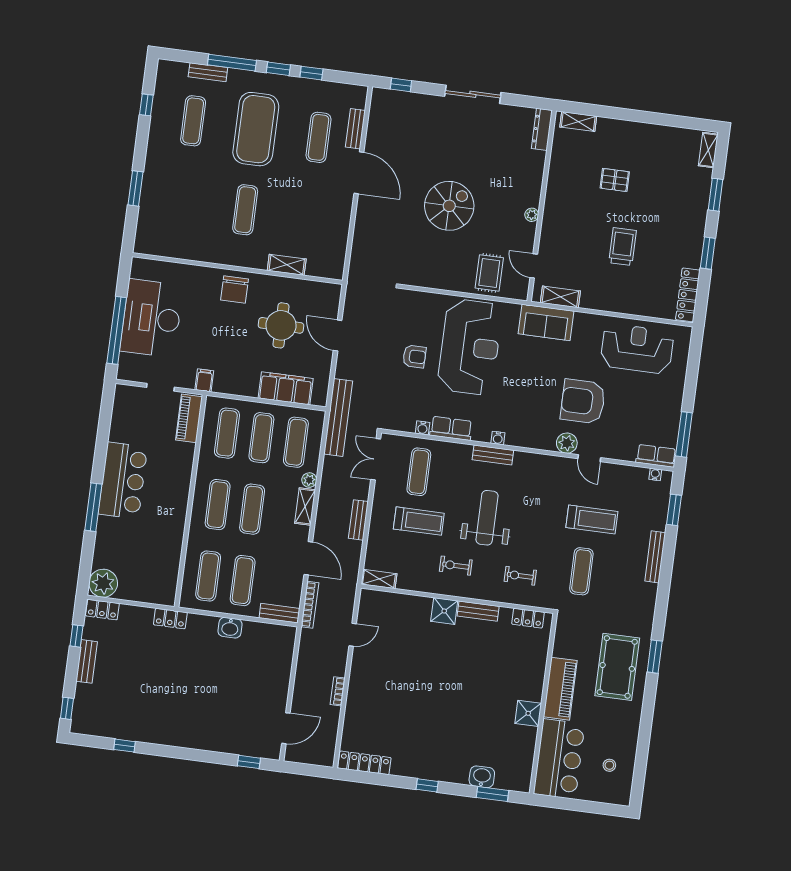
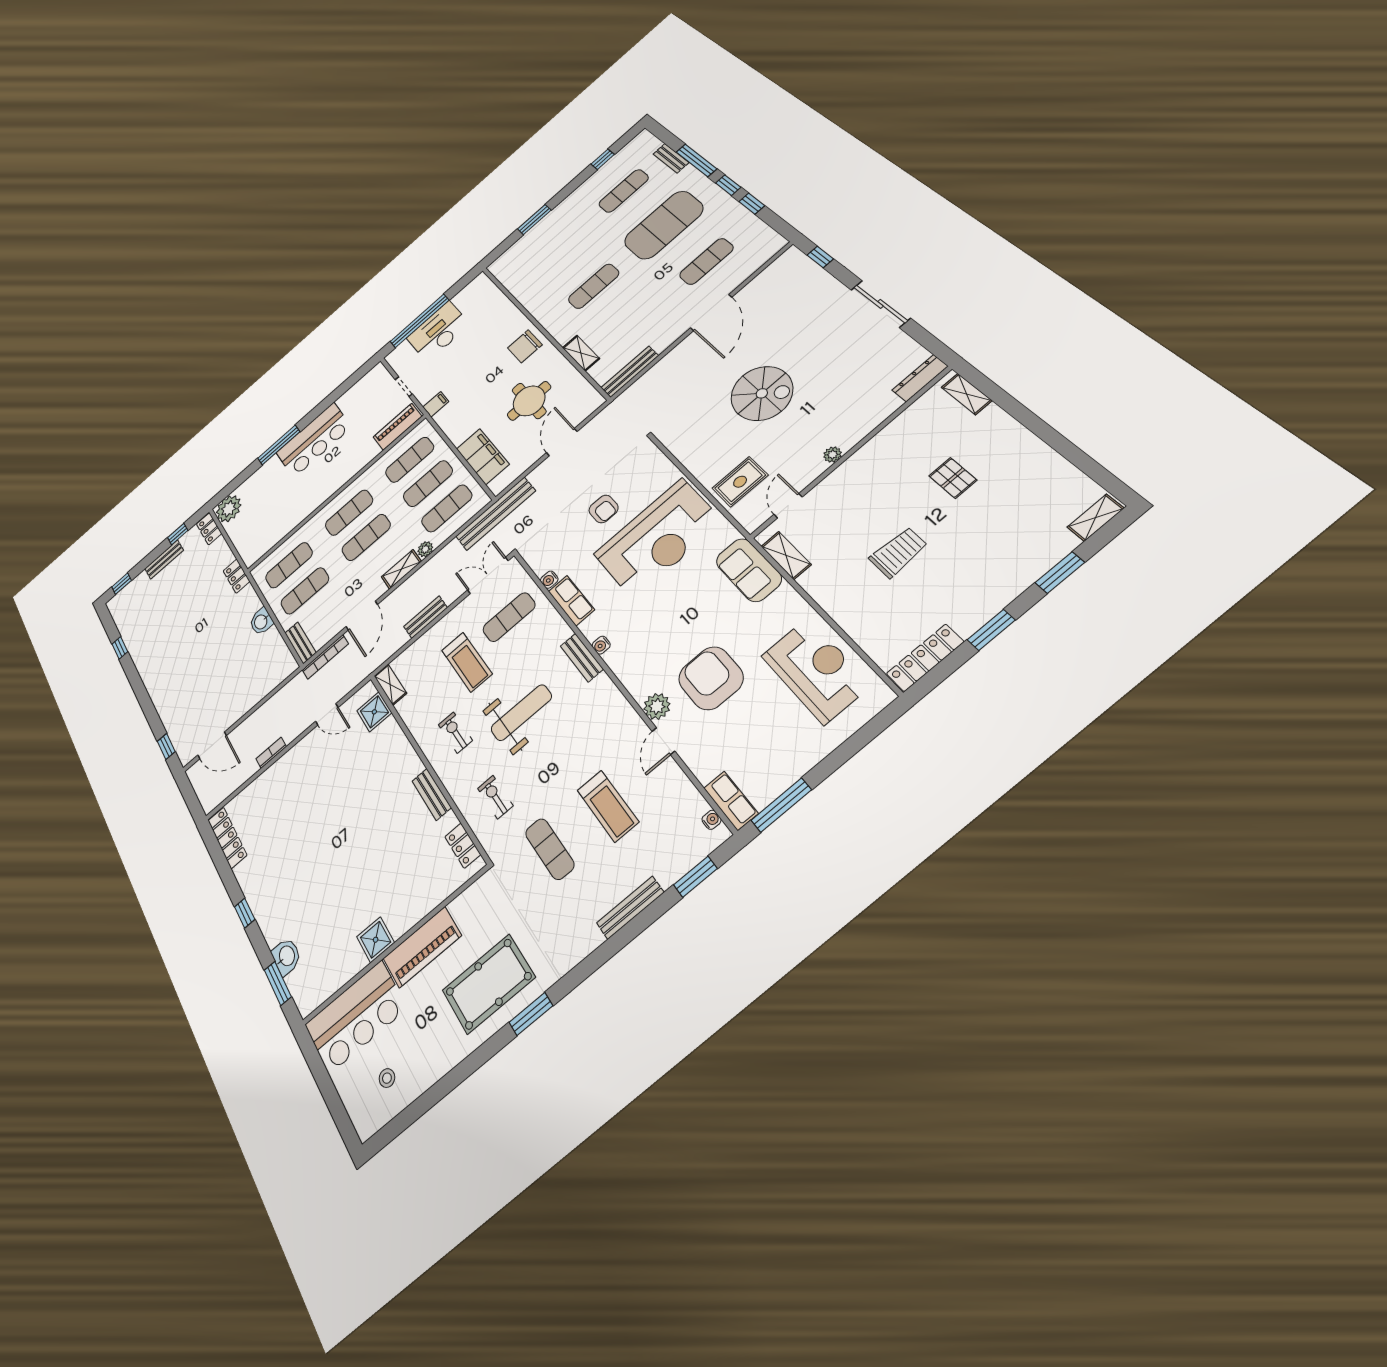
bench: (355, 129) -> (630, 372), moved, width x1.36
desk: (152, 318) -> (438, 331), width x0.73, depth x0.77
exercise mat: (581, 571) -> (550, 849), turned 90
shower: (444, 611) -> (374, 712), moved

